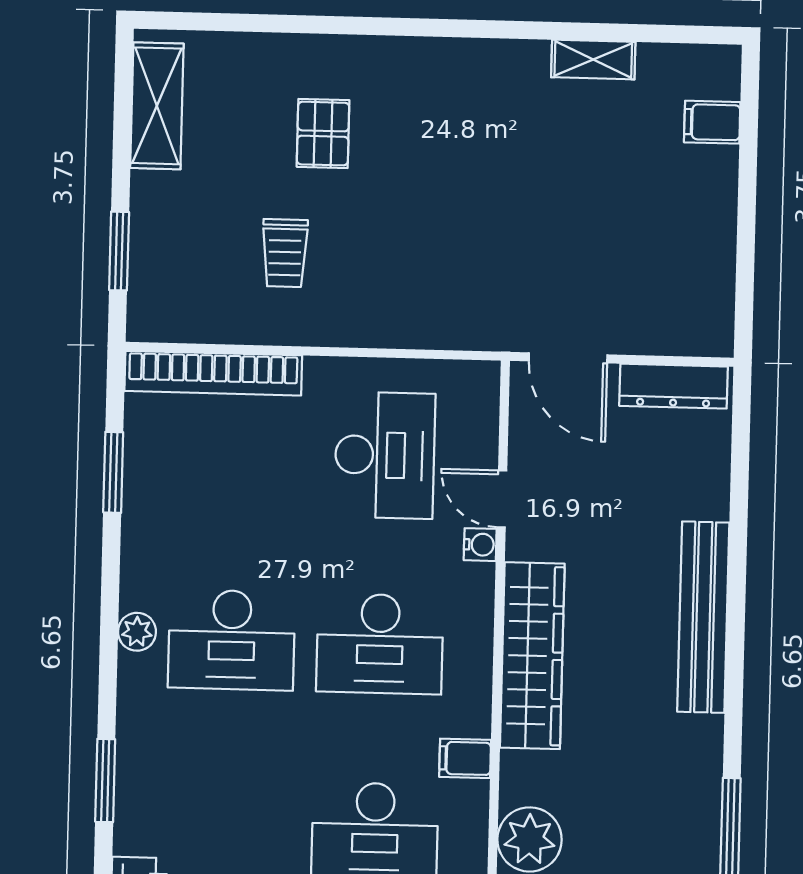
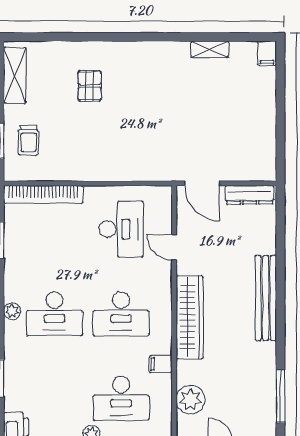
filing cabinet: (712, 122) -> (267, 53), moved, turned -90
trolley: (285, 253) -> (28, 140), moved
water cooler: (480, 545) -> (165, 268), removed

